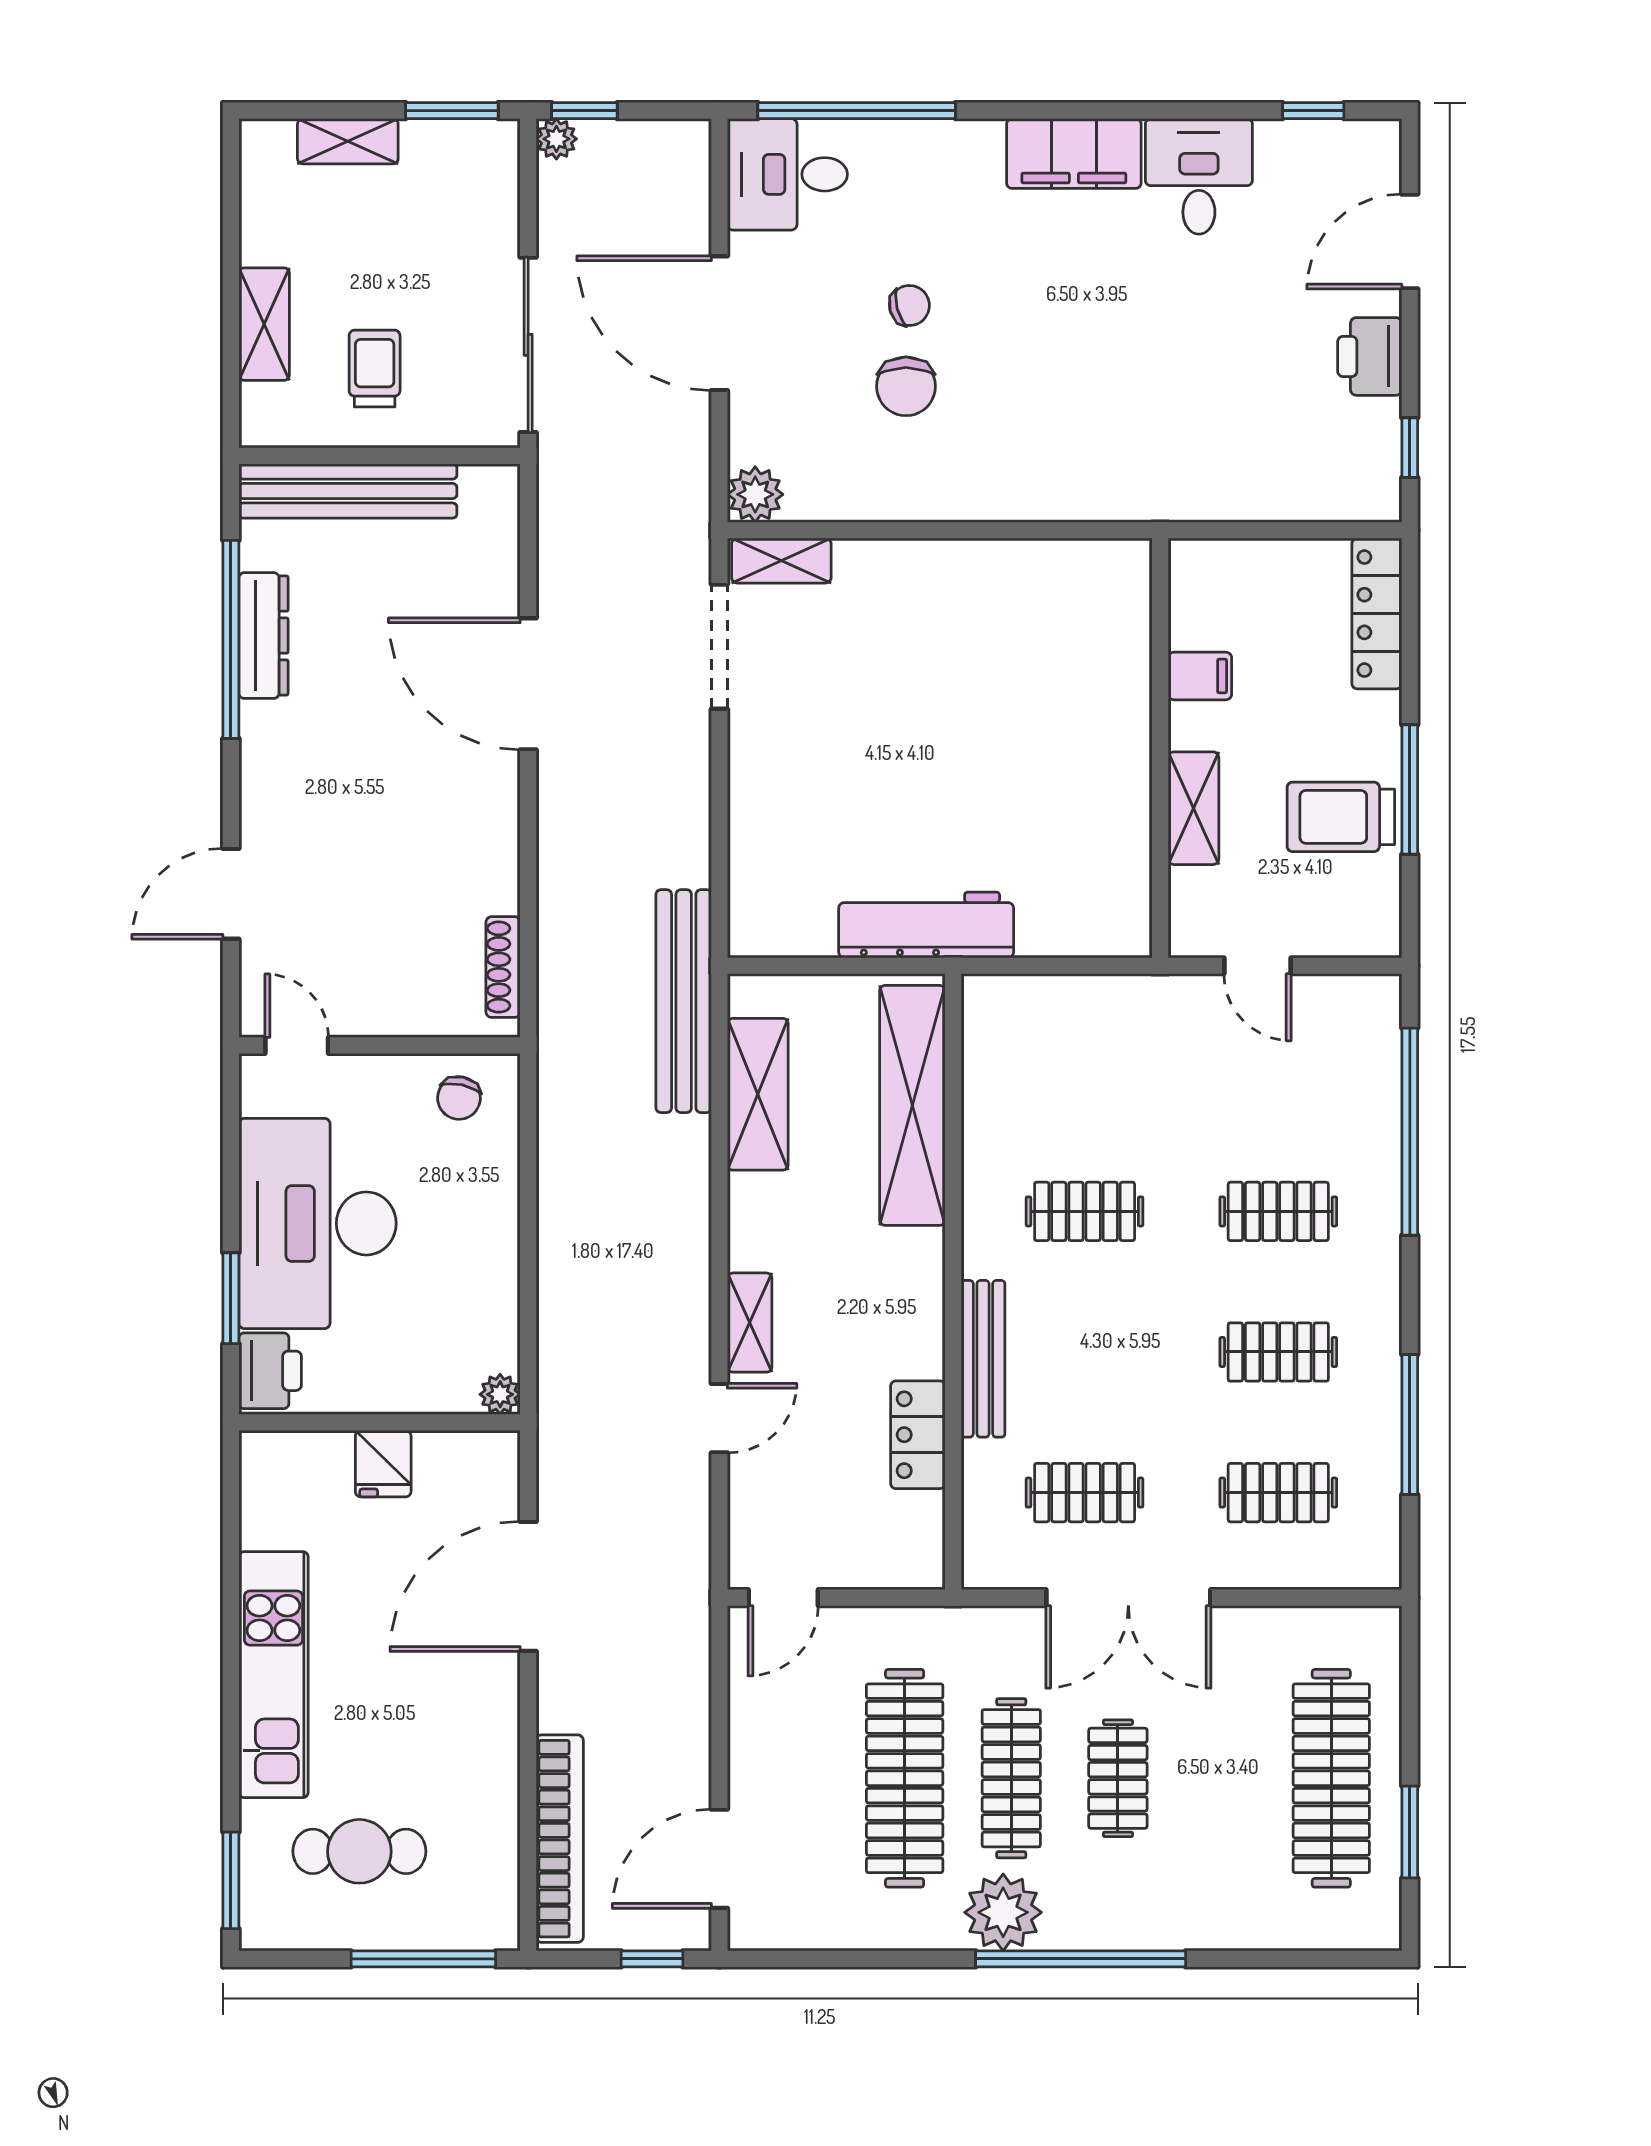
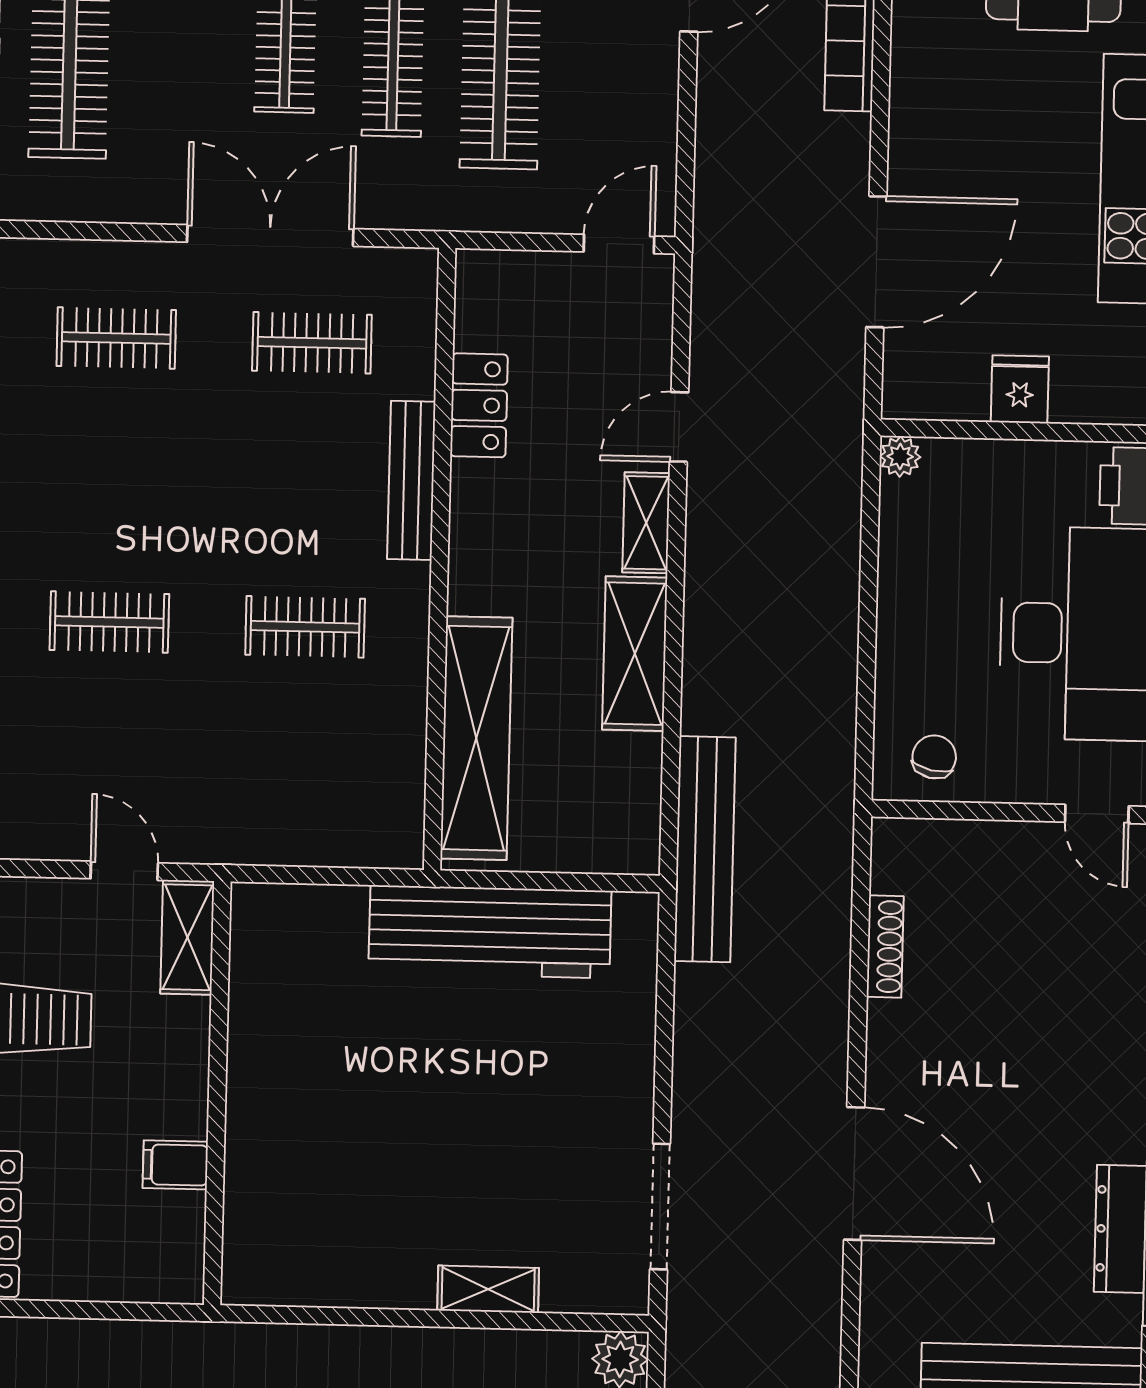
shelving: (781, 561) -> (488, 1289), moved
shelving: (1193, 808) -> (187, 937), moved
workbench: (926, 925) -> (490, 932), width x1.36, depth x1.32
shoe rack: (503, 967) -> (885, 946), moved
shelving: (758, 1094) -> (635, 654), moved
clothes rail: (1278, 1352) -> (113, 480), removed

